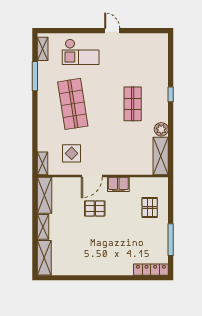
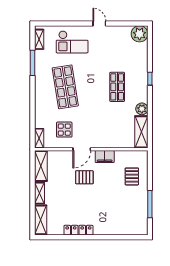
plant: (159, 43) -> (140, 34), added
locker: (151, 270) -> (78, 230), moved

